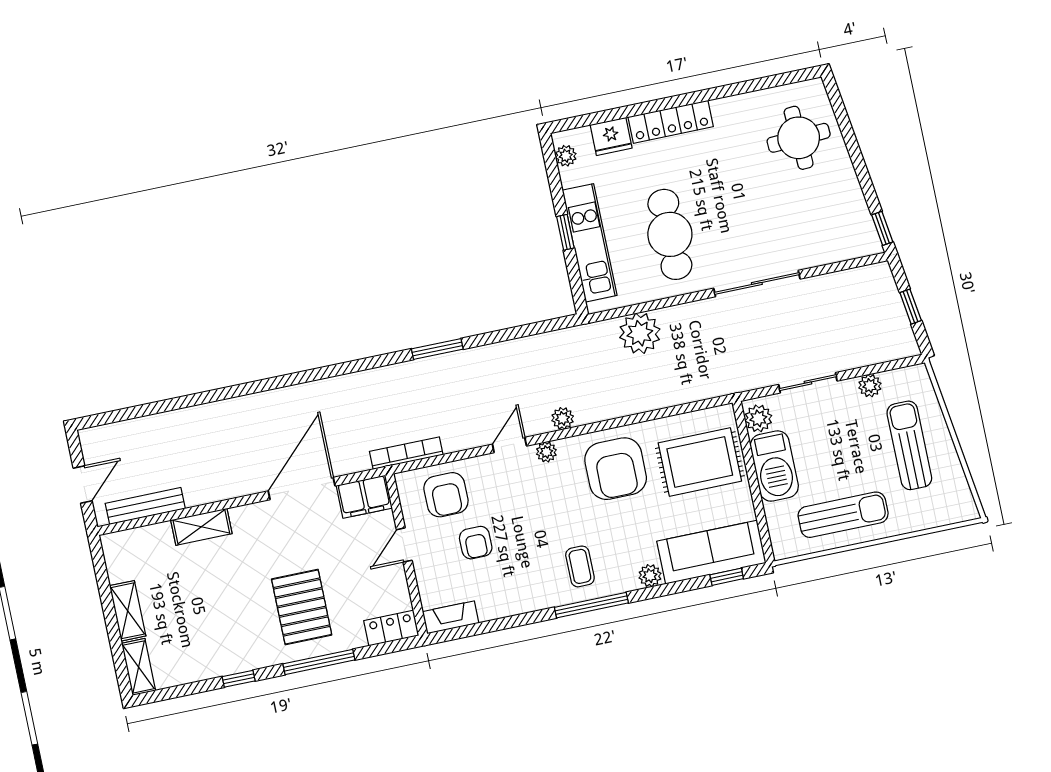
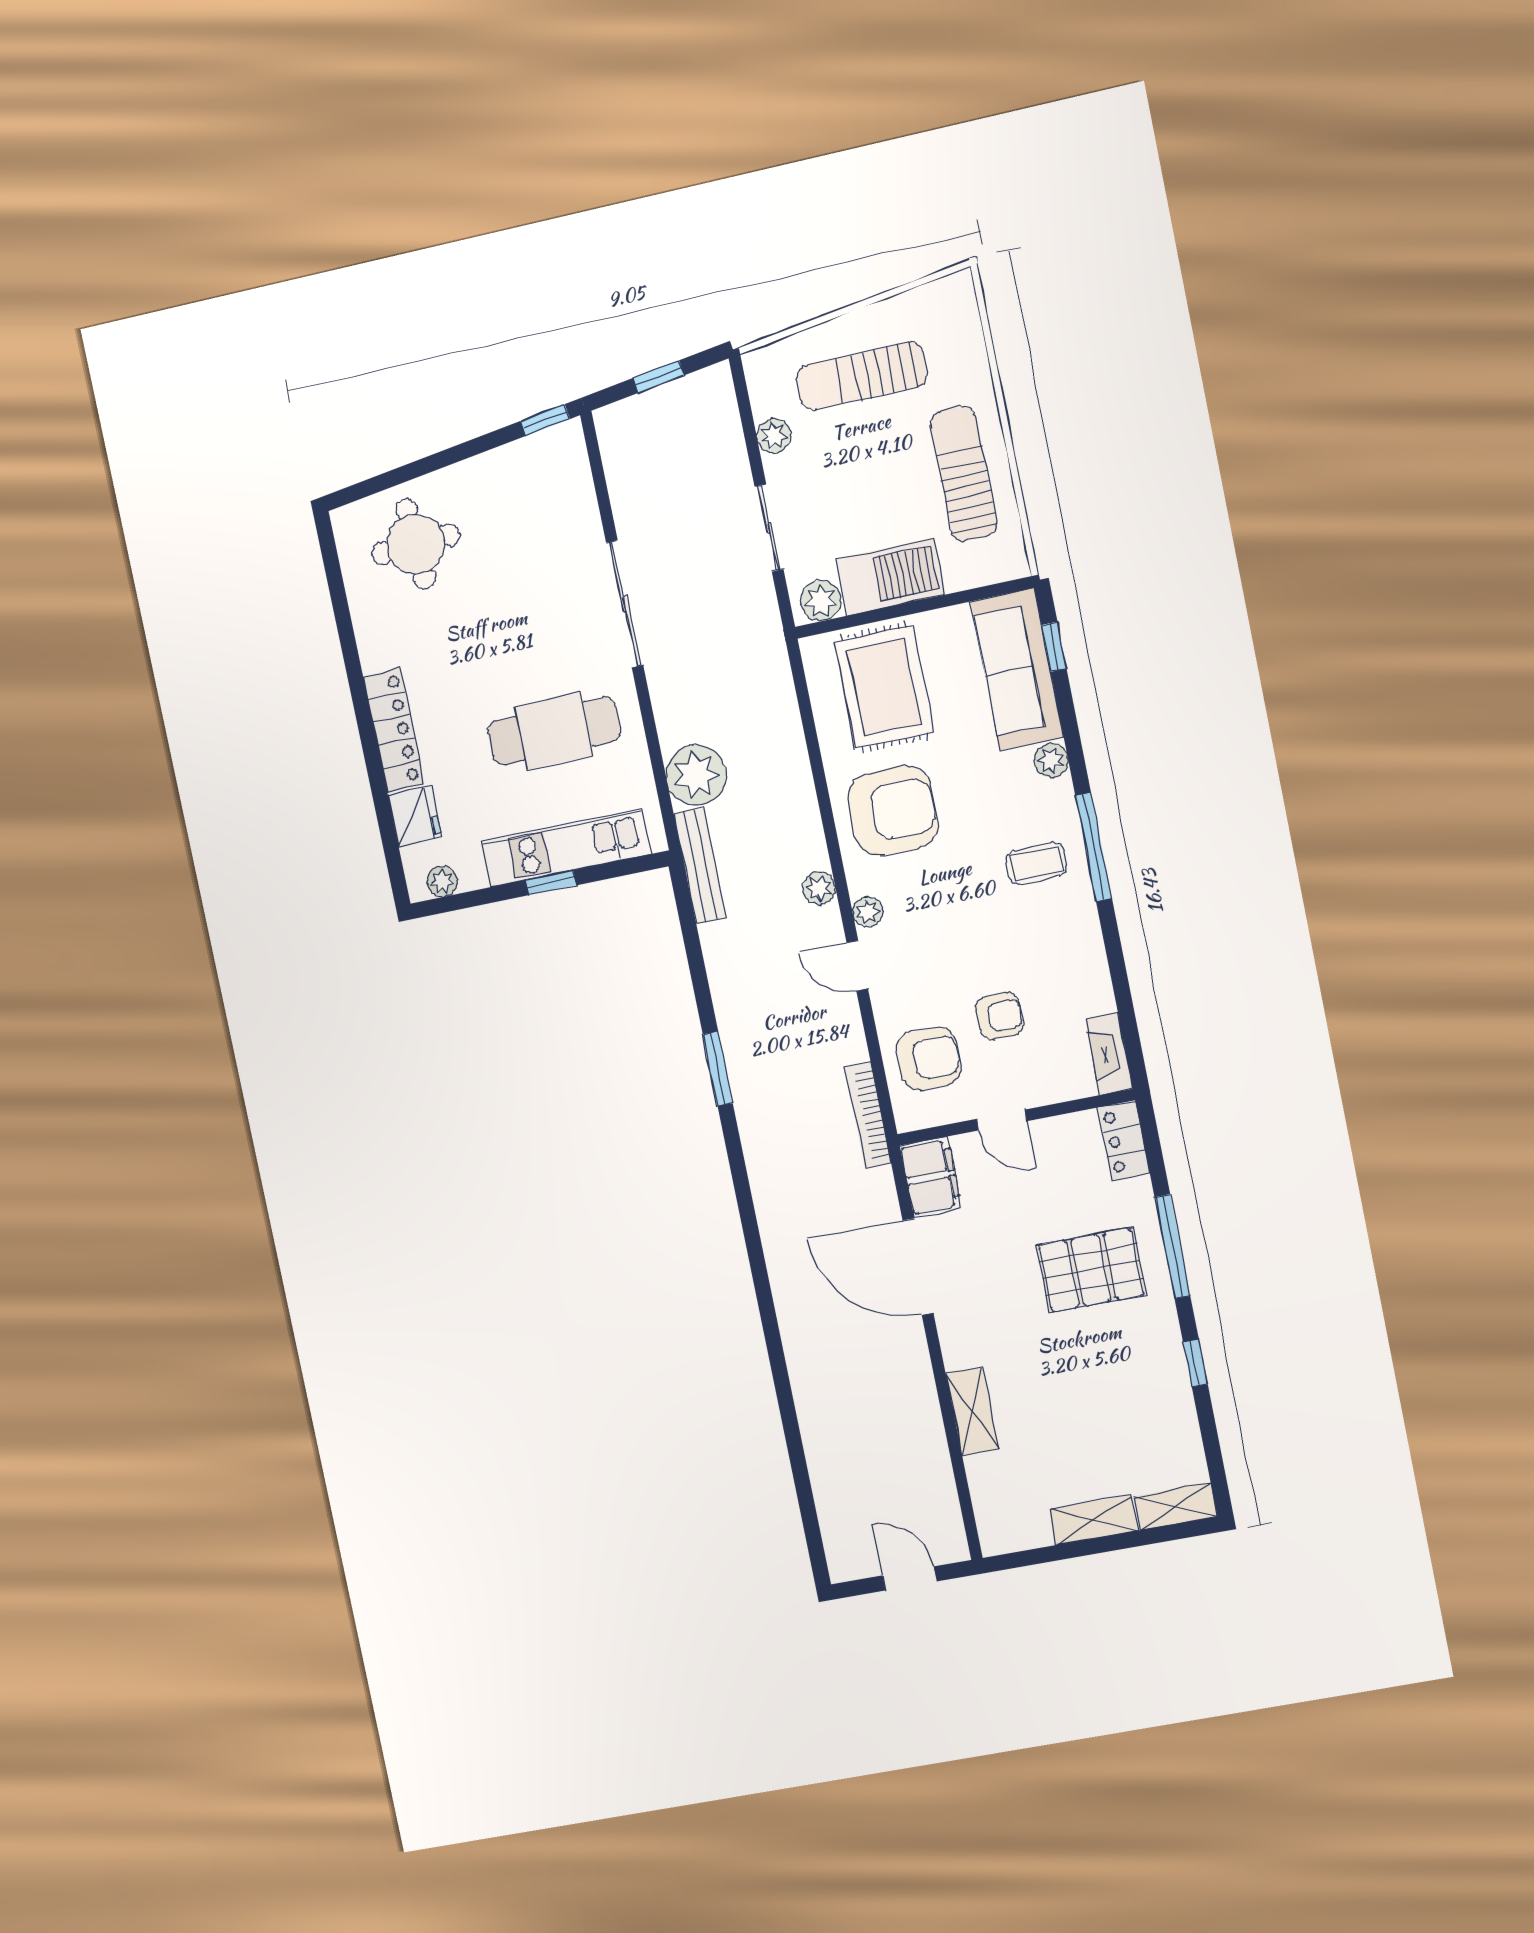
bench: (145, 506) -> (700, 866), moved

